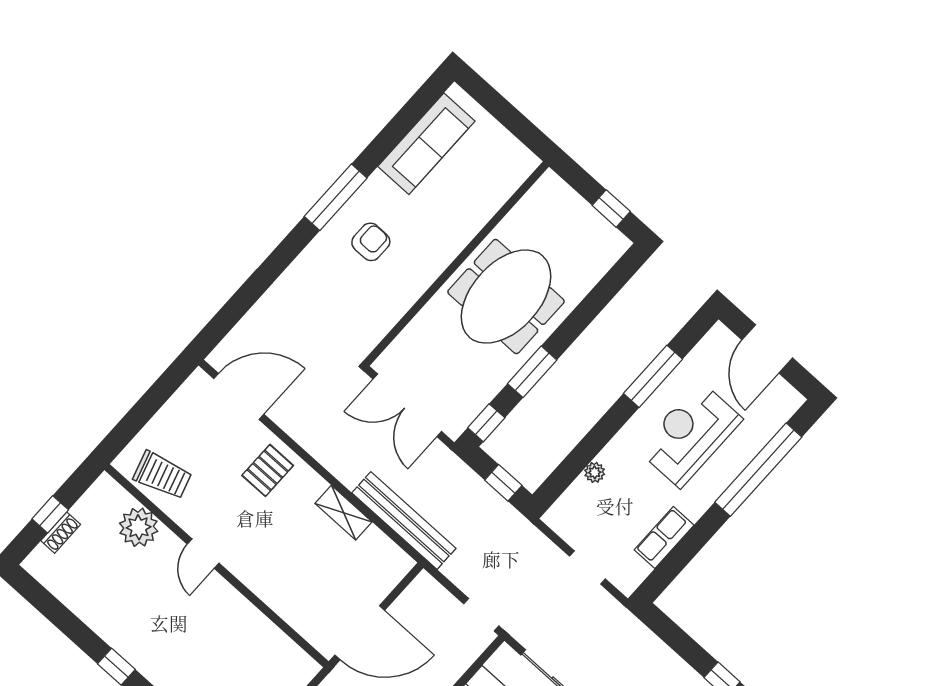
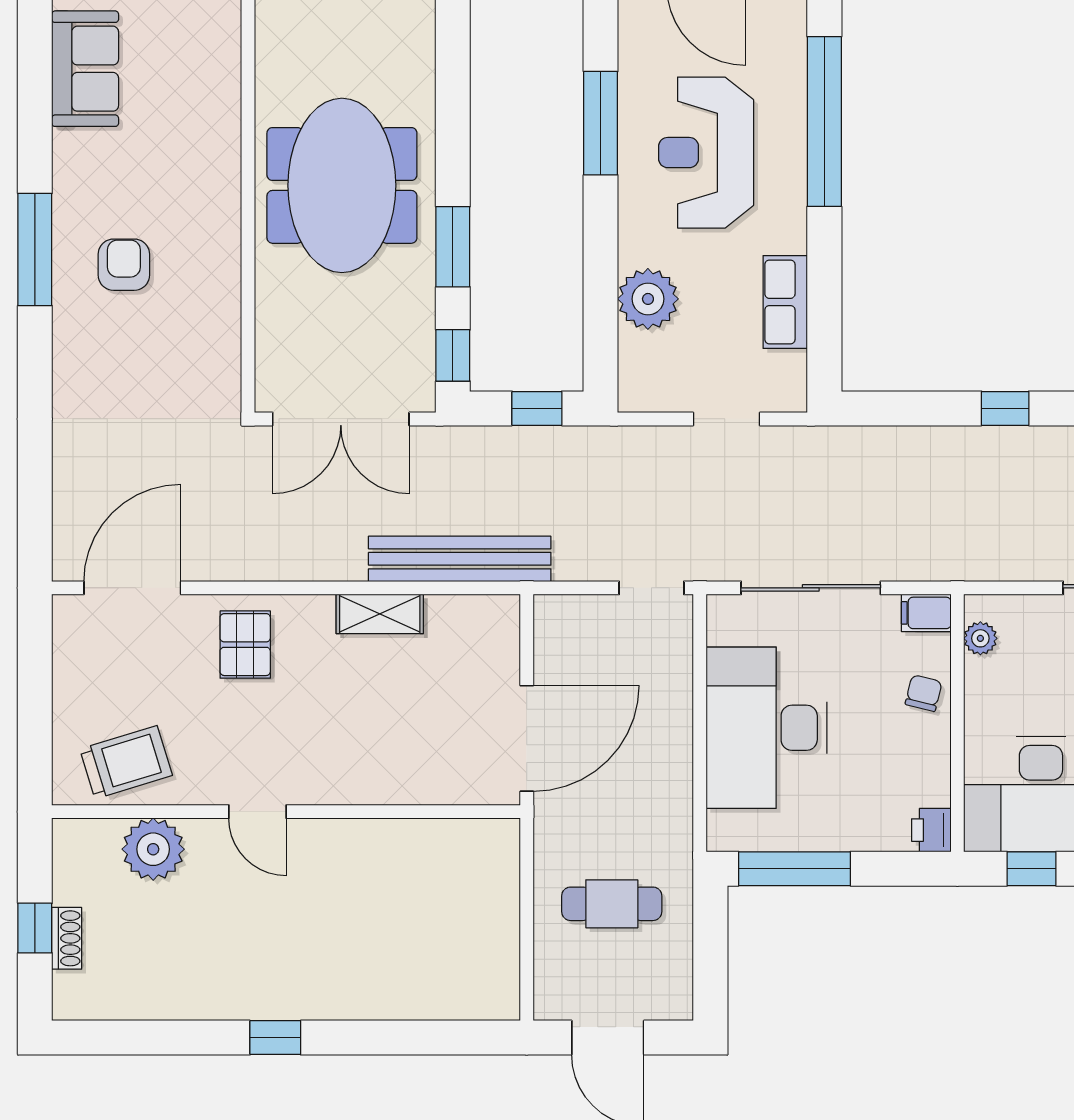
sofa: (426, 144) -> (85, 69), width x0.73
plant: (595, 472) -> (648, 299), width x1.88, depth x1.88

